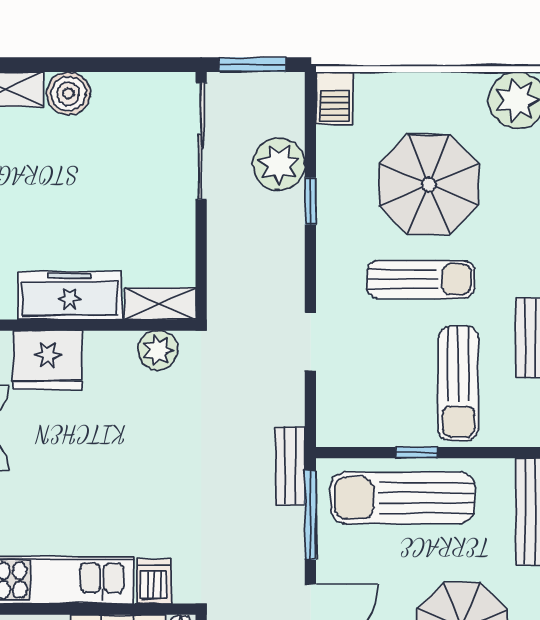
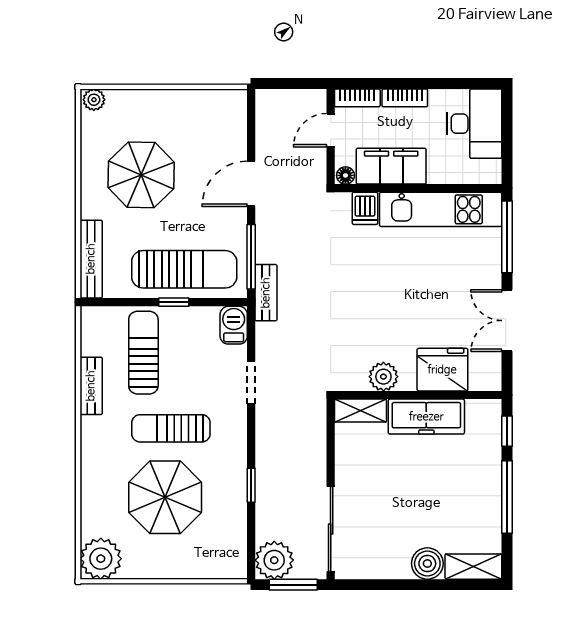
barbecue: (334, 98) -> (234, 325), moved
plant: (279, 164) -> (274, 560), moved
plant: (158, 350) -> (383, 377), moved

